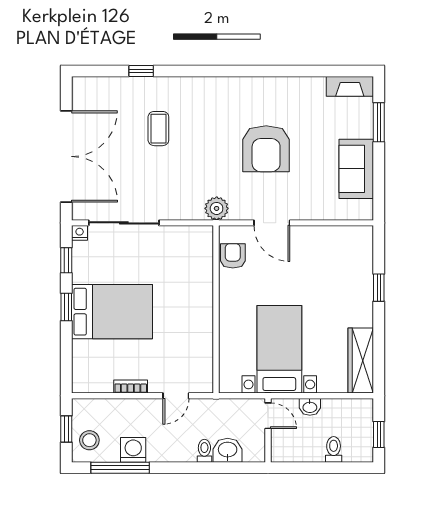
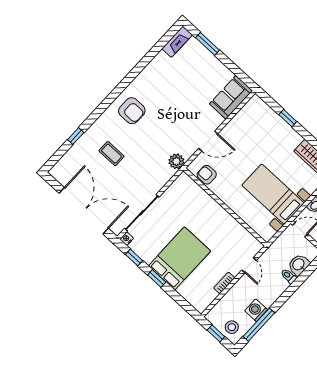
armchair: (266, 149) -> (132, 111), moved, width x0.73, depth x0.73
sofa: (356, 169) -> (231, 97), moved, turned 90

